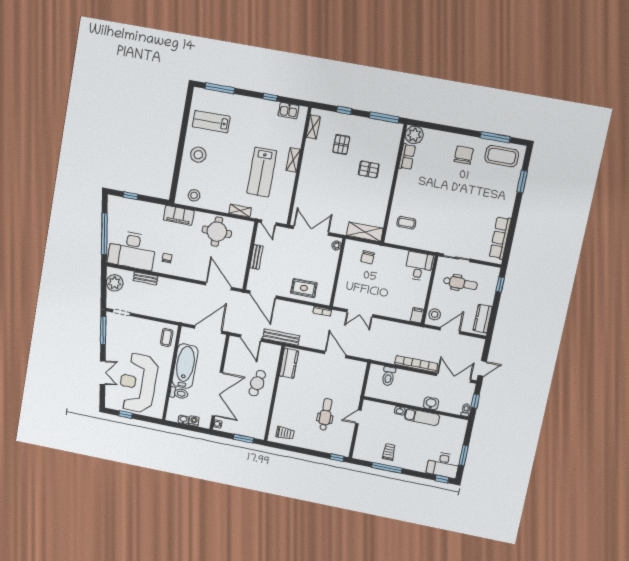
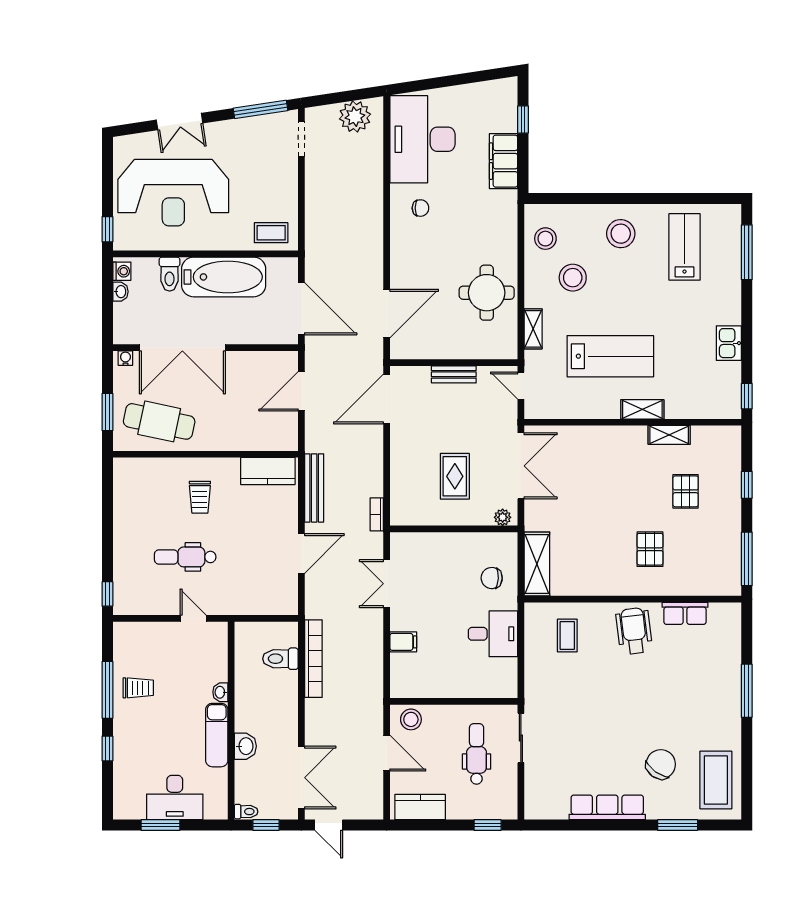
window: (270, 97) -> (747, 396), moved
kitchen sink: (289, 111) -> (729, 343), moved
shelving: (313, 127) -> (669, 435), moved
plant: (414, 135) -> (726, 618), removed
window: (495, 137) -> (747, 691), moved
pallet: (341, 144) -> (686, 491), turned 90
chair: (464, 155) -> (661, 764), moved, turned -54
lab bench: (262, 172) -> (610, 356), turned 180
stool: (217, 185) -> (573, 278), added
wheelchair: (411, 186) -> (634, 631), added
filing cabinet: (179, 215) -> (503, 161), moved
door: (269, 223) -> (521, 386), hinge flipped
window: (104, 234) -> (443, 82), removed
row of seats: (500, 238) -> (607, 807), moved
desk: (419, 266) -> (493, 634), moved
bench: (145, 278) -> (375, 174), removed
dental chair: (460, 283) -> (477, 754), turned 180
rug: (304, 288) -> (455, 476), moved
filing cabinet: (417, 315) -> (403, 642), moved
bench: (281, 337) -> (314, 488), moved
bookcase: (416, 364) -> (313, 659), moved
reception desk: (138, 383) -> (173, 193), turned 180
cafe table: (257, 383) -> (159, 421), moved, width x1.37, depth x1.35
dental chair: (326, 414) -> (185, 557), turned 180
window: (125, 415) -> (107, 229), moved
washing machine: (194, 421) -> (122, 271), moved
trolley: (285, 433) -> (200, 497), moved
desk: (443, 465) -> (175, 798), moved, turned -90
window: (442, 479) -> (107, 748), moved

